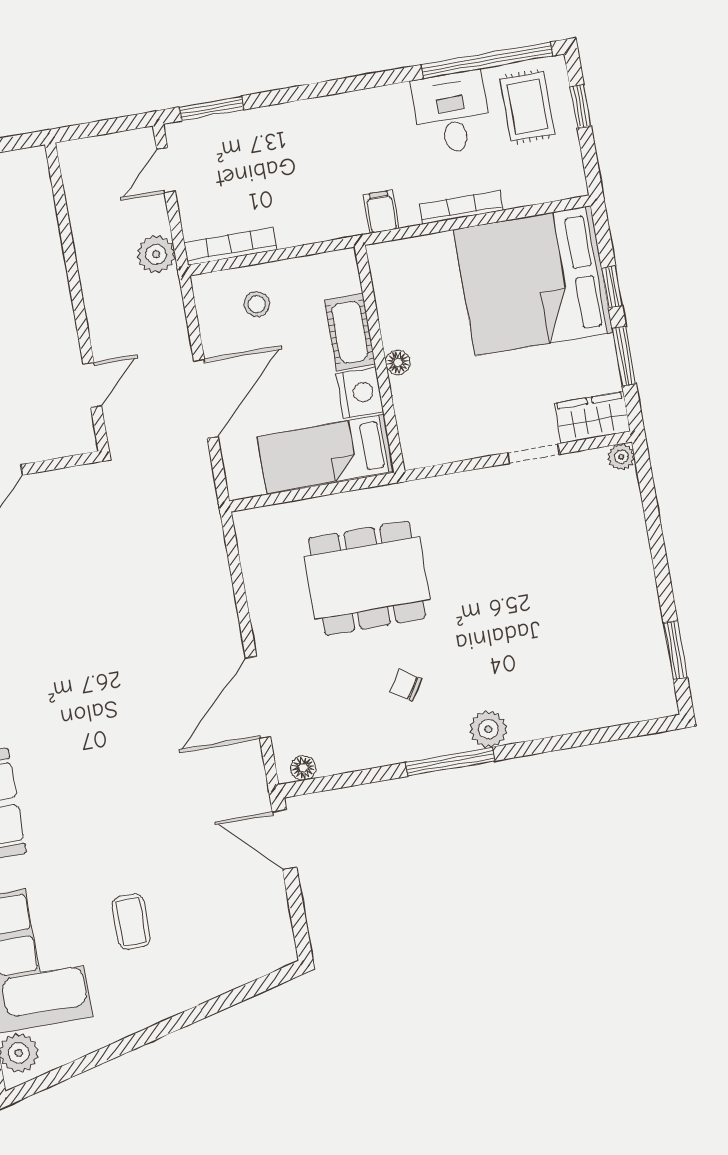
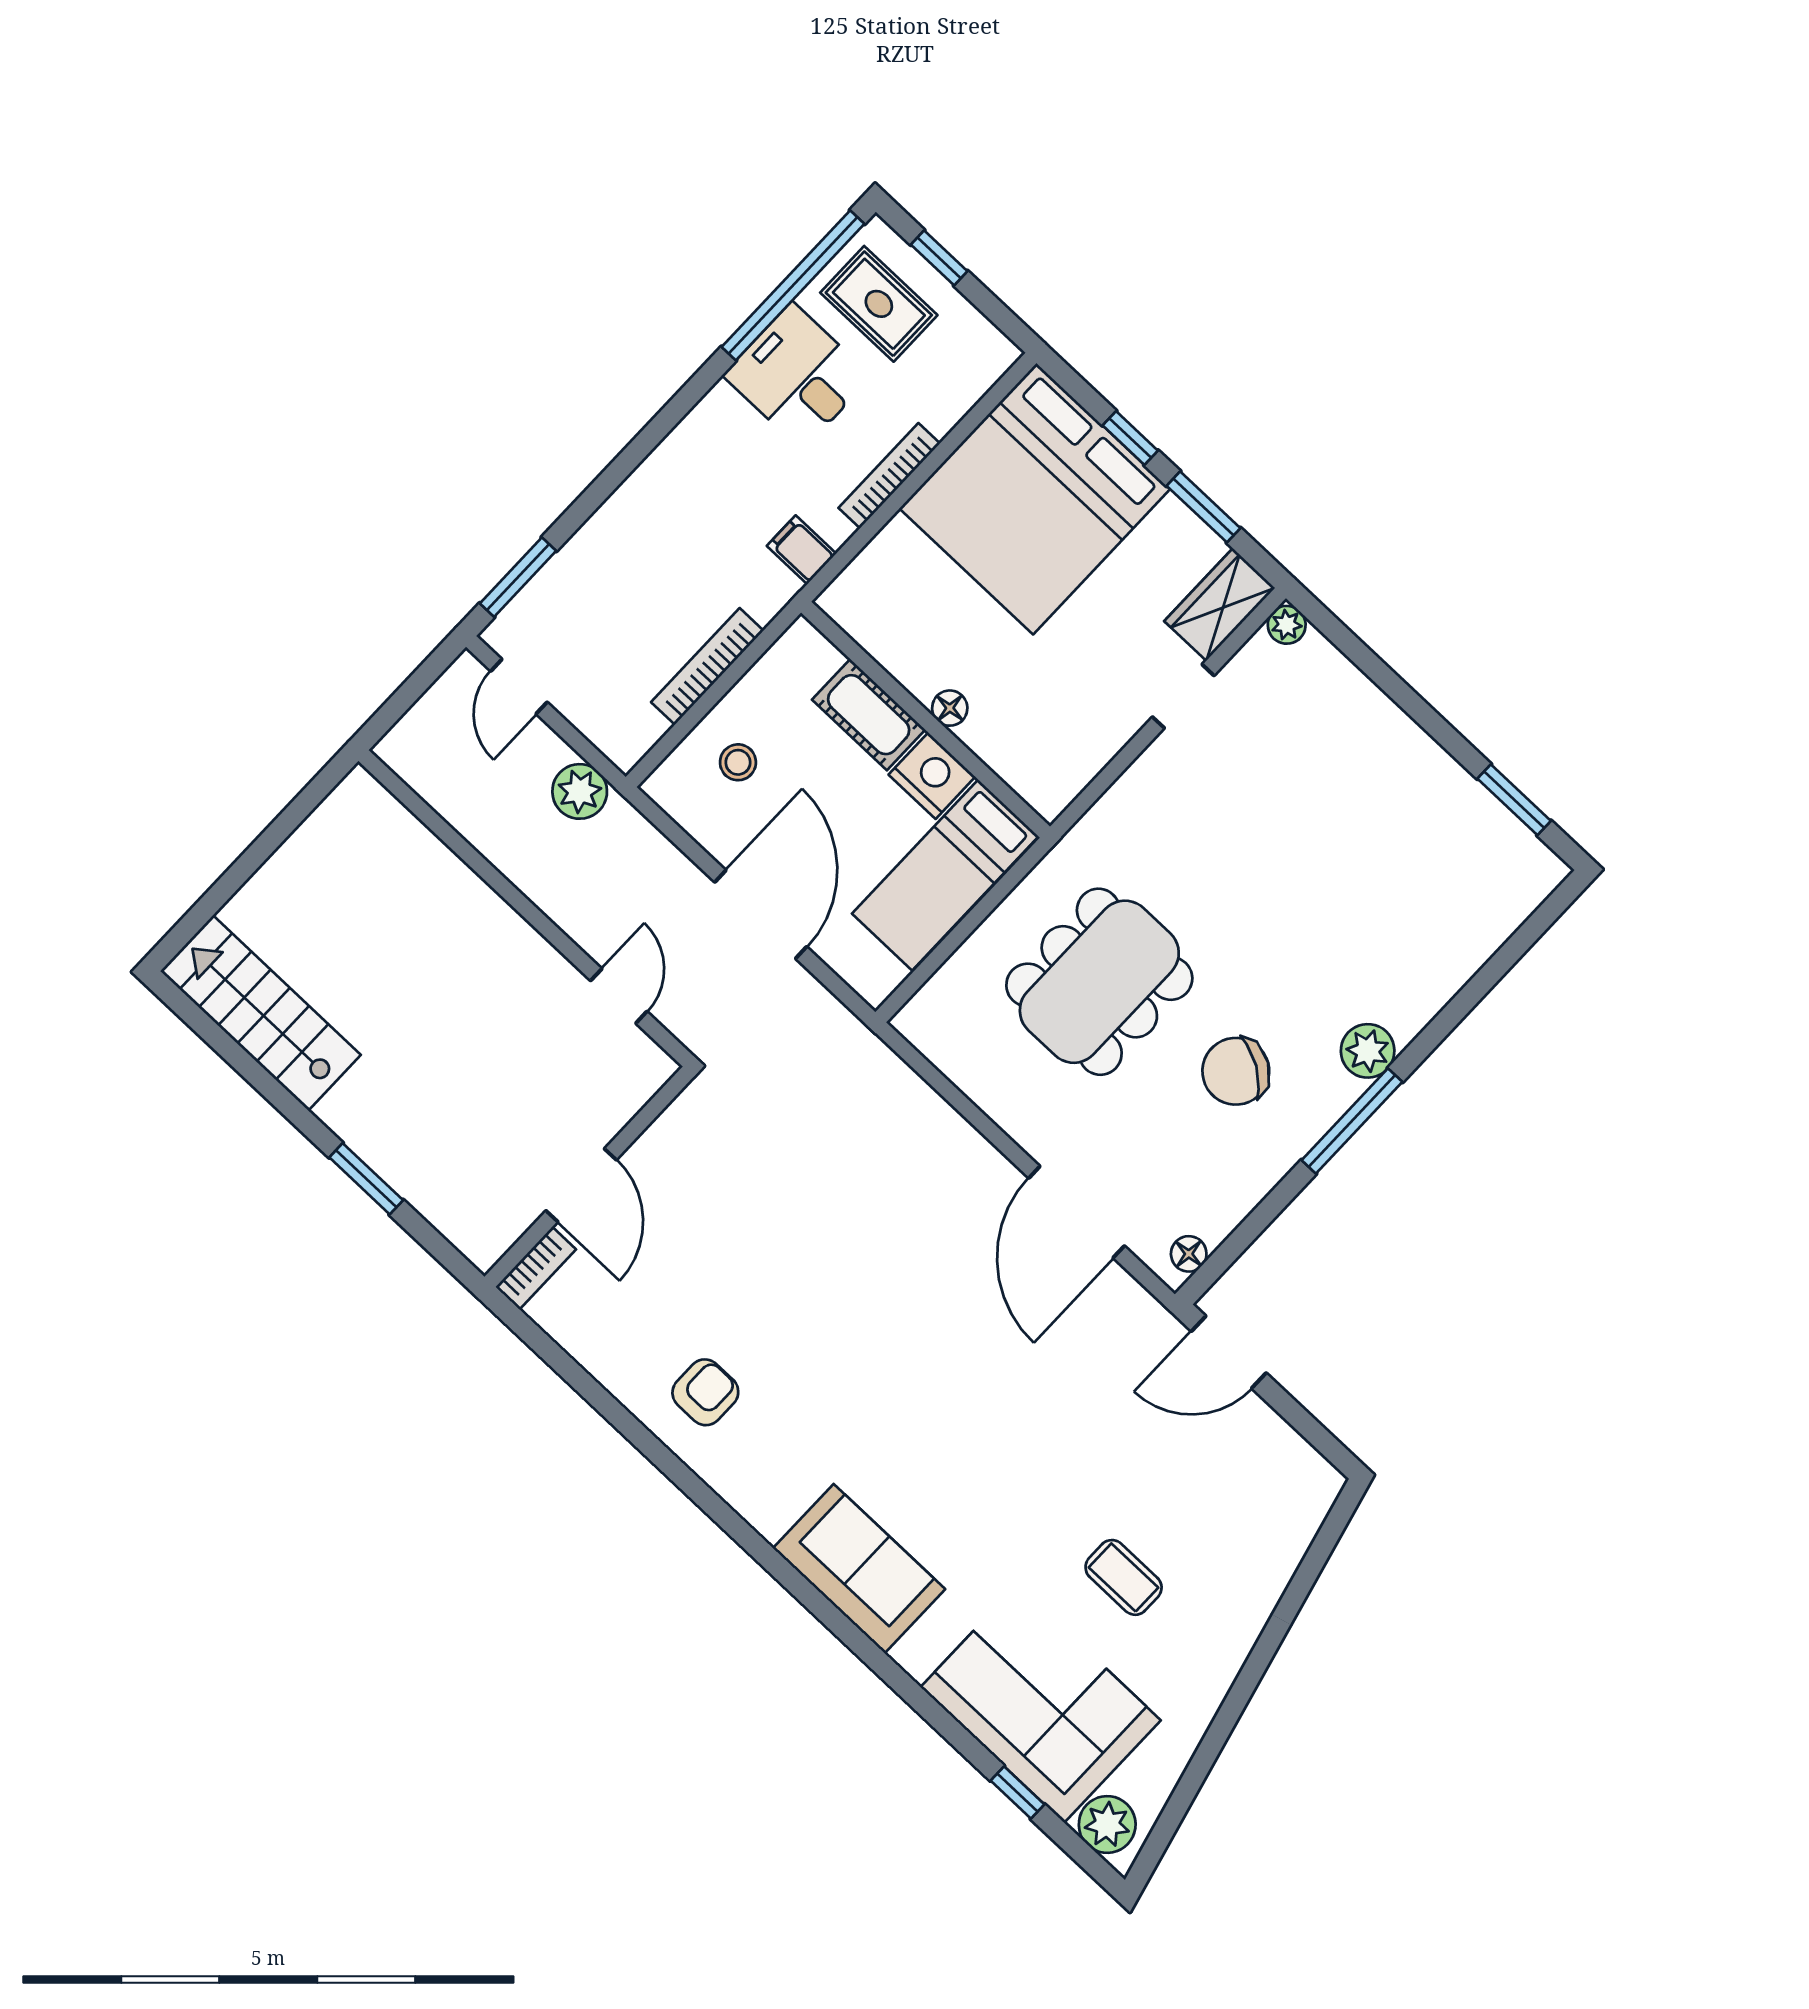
bookcase: (230, 246) -> (707, 666), moved
chair: (406, 685) -> (1236, 1071), width x1.87, depth x1.87

